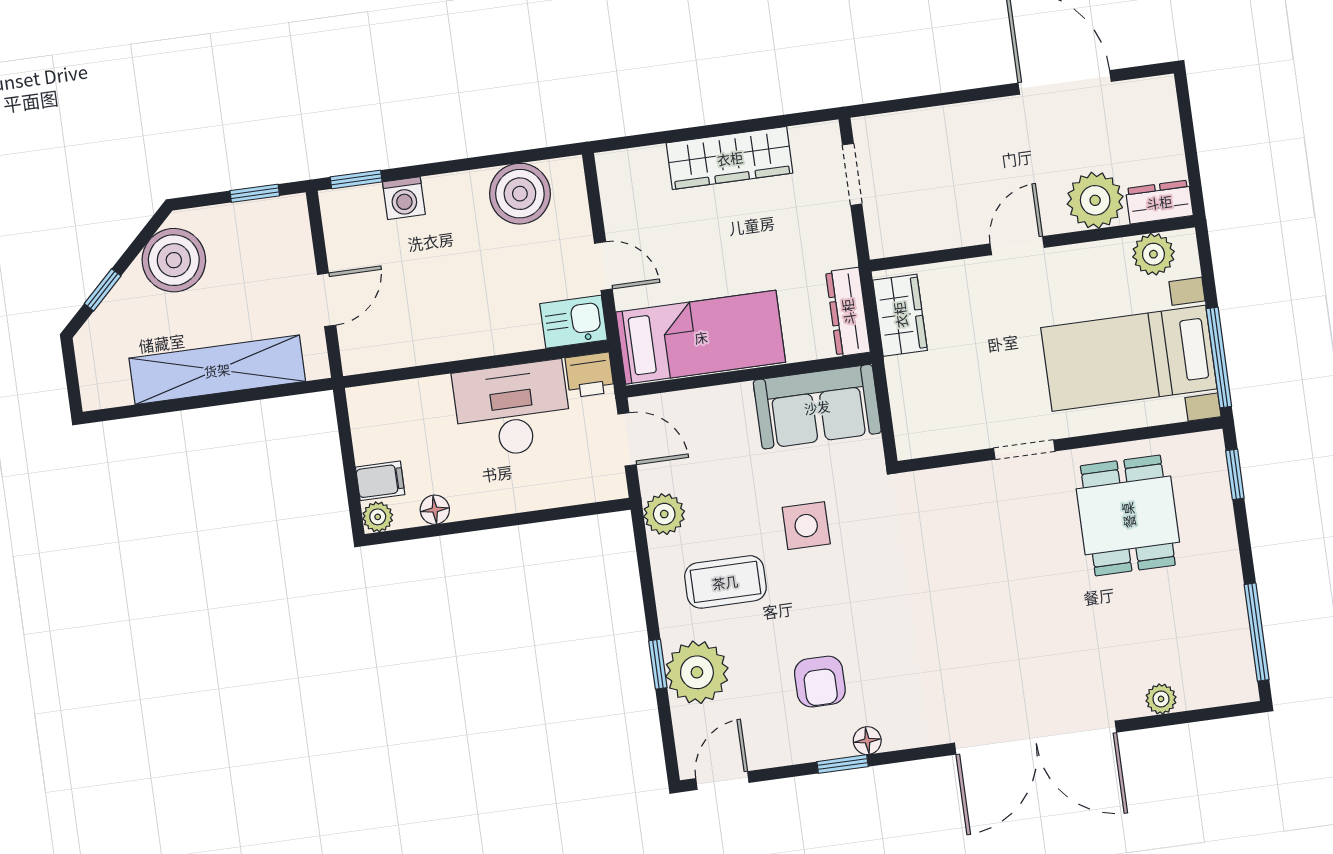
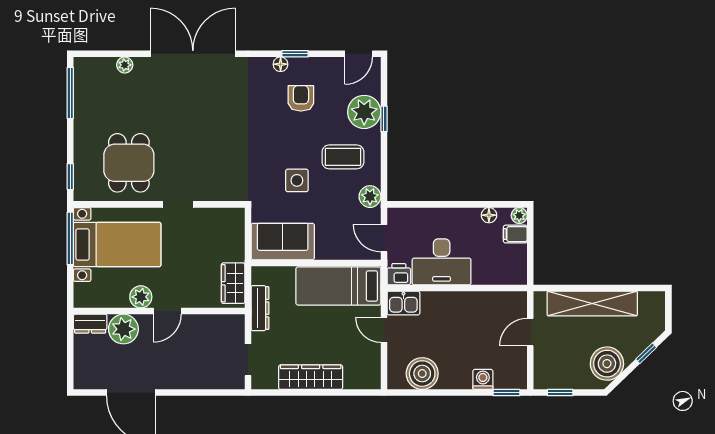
plant: (1153, 254) -> (141, 297), moved
dresser: (848, 312) -> (260, 308), moved

